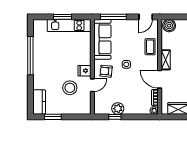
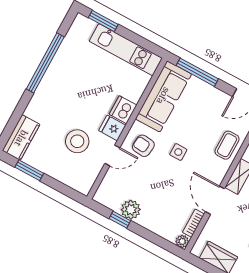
window: (62, 17) -> (103, 21), moved
dishwasher: (85, 58) -> (123, 110), added

